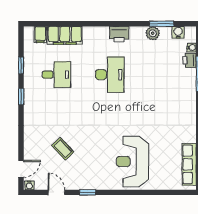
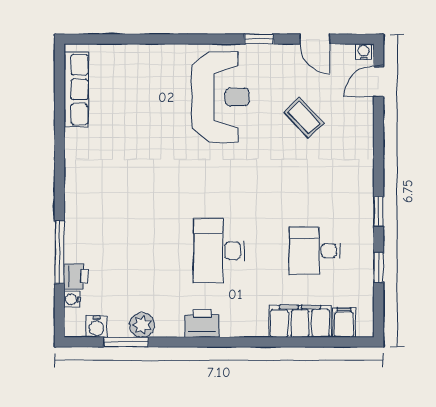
reception desk: (133, 162) -> (221, 97), moved

